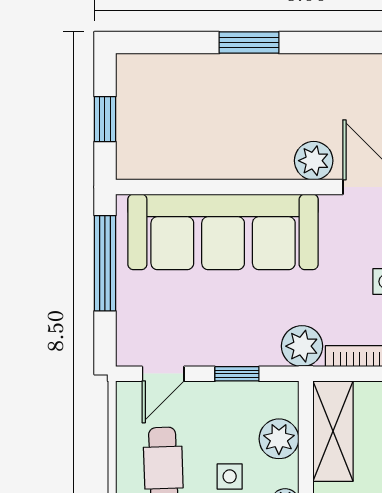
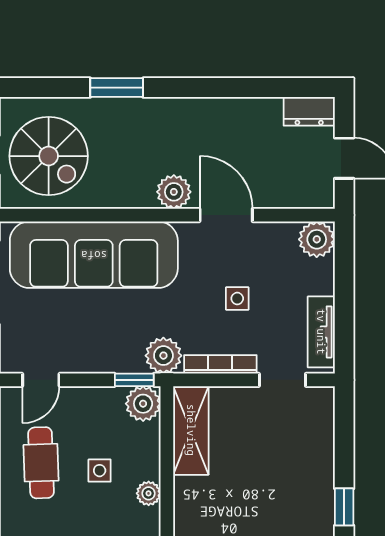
spiral stairs: (172, 120) -> (49, 156), added
window: (237, 374) -> (134, 380), moved
plant: (279, 439) -> (143, 404), moved

